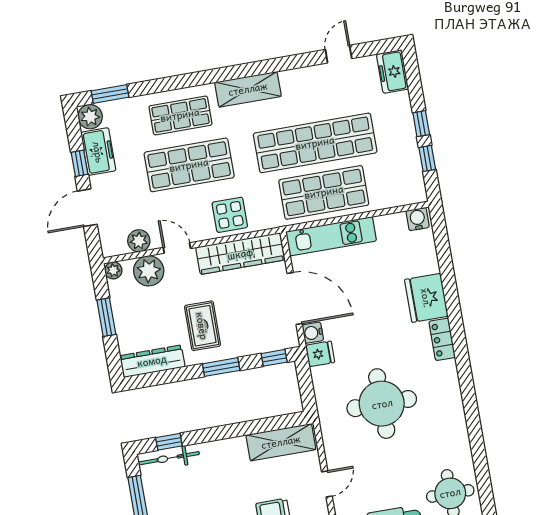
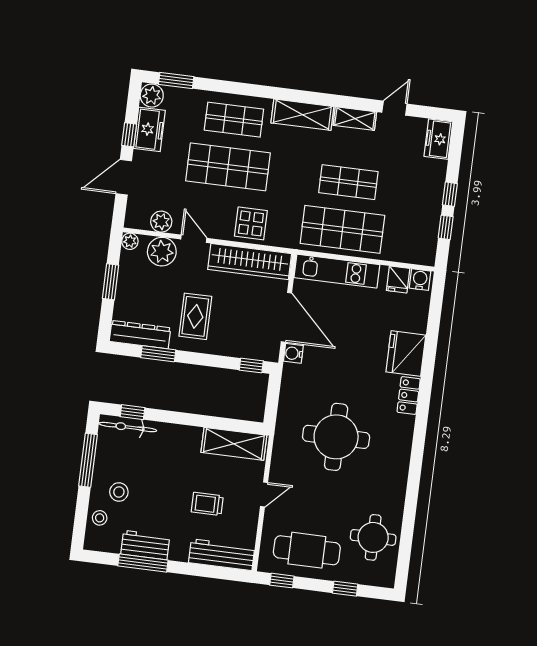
shelving: (302, 77) -> (355, 119), added
shop shelf: (315, 143) -> (348, 182), width x0.50, depth x0.74
fridge: (320, 354) -> (398, 279), moved, turned 90
window: (221, 367) -> (158, 354), moved

